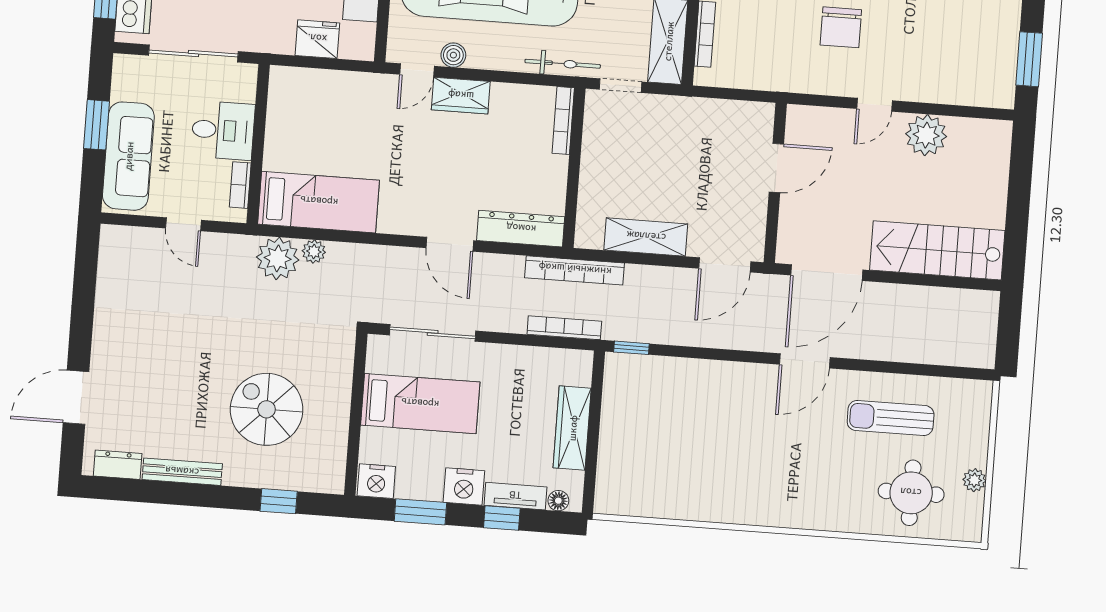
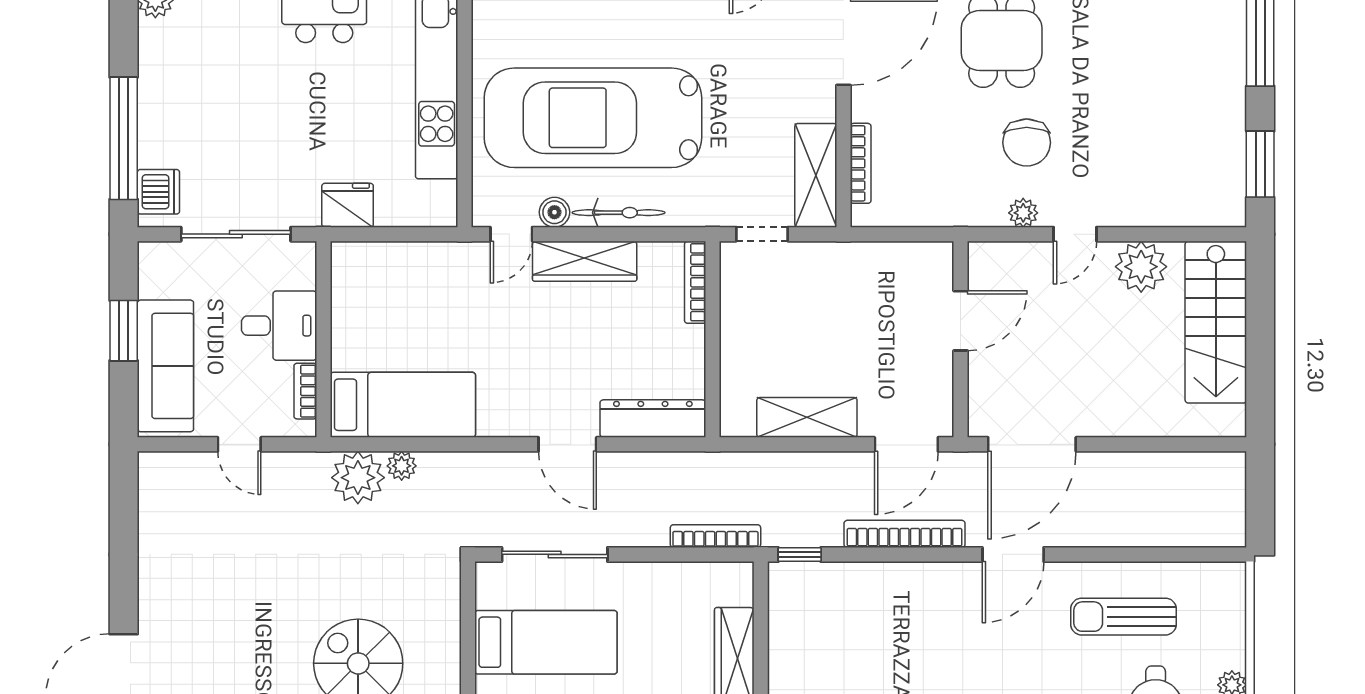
fridge: (317, 39) -> (348, 205), moved
bicycle: (563, 64) -> (619, 213), moved
plant: (834, 84) -> (1023, 213), added
wardrobe: (461, 96) -> (585, 261), width x1.50
stairs: (937, 250) -> (1216, 322), moved, turned -90
bookcase: (575, 270) -> (905, 534), moved, turned 180

